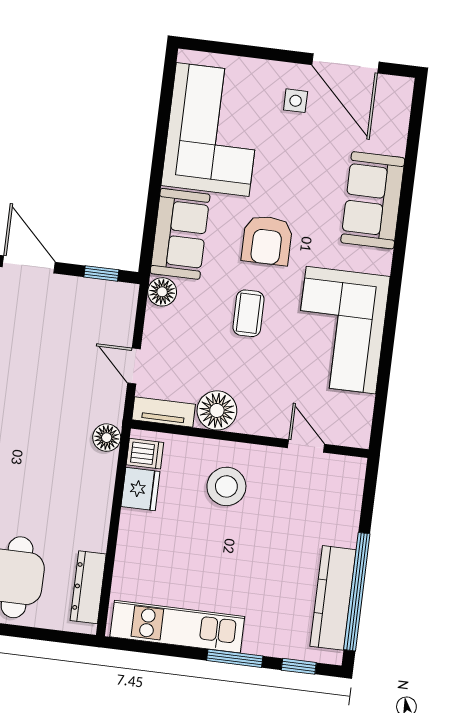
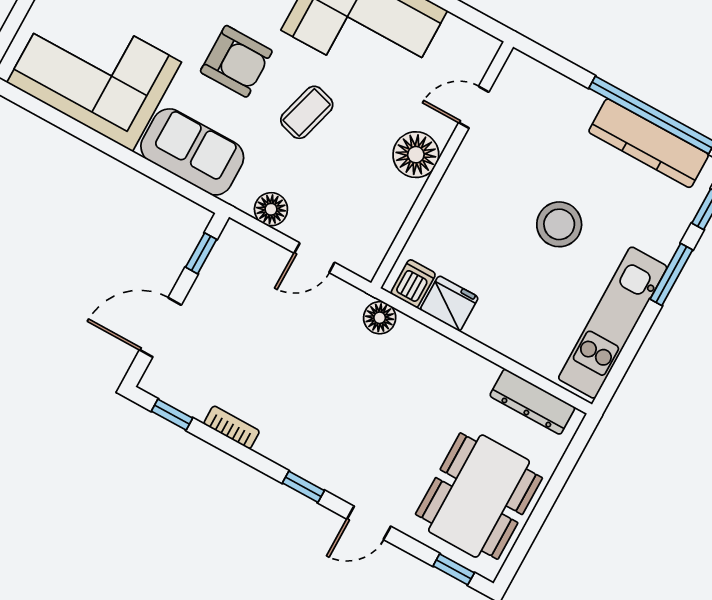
floor lamp: (162, 292) -> (271, 209), moved
coffee table: (249, 313) -> (307, 112), turned -74
floor lamp: (217, 410) -> (416, 155), moved
tv unit: (164, 412) -> (376, 246), removed
stool: (226, 486) -> (559, 224), moved

